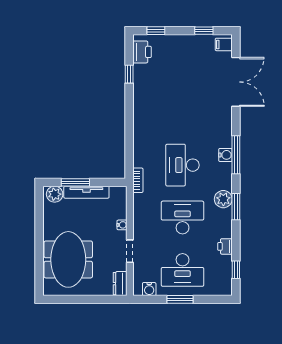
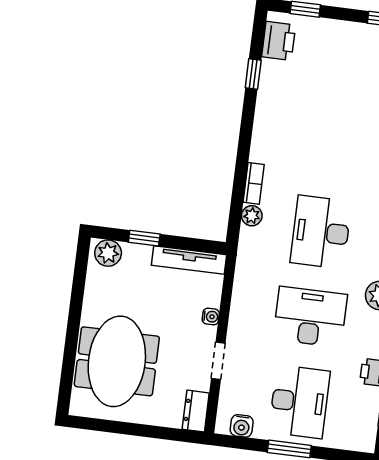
plant: (139, 160) -> (252, 216), added
bookcase: (138, 180) -> (254, 183), moved
window: (75, 182) -> (144, 238), width x0.67
tv unit: (86, 192) -> (189, 260), moved
desk: (183, 270) -> (299, 402), turned -90

